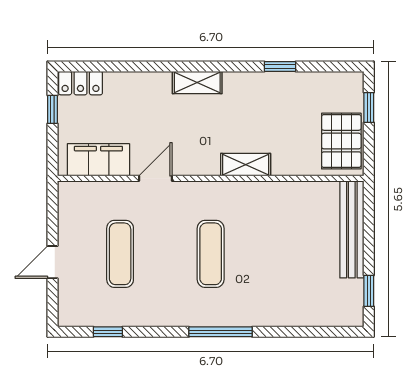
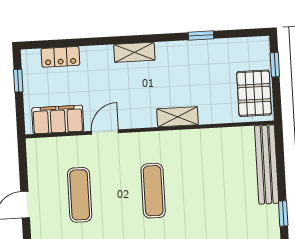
locker: (80, 83) -> (60, 57), moved

